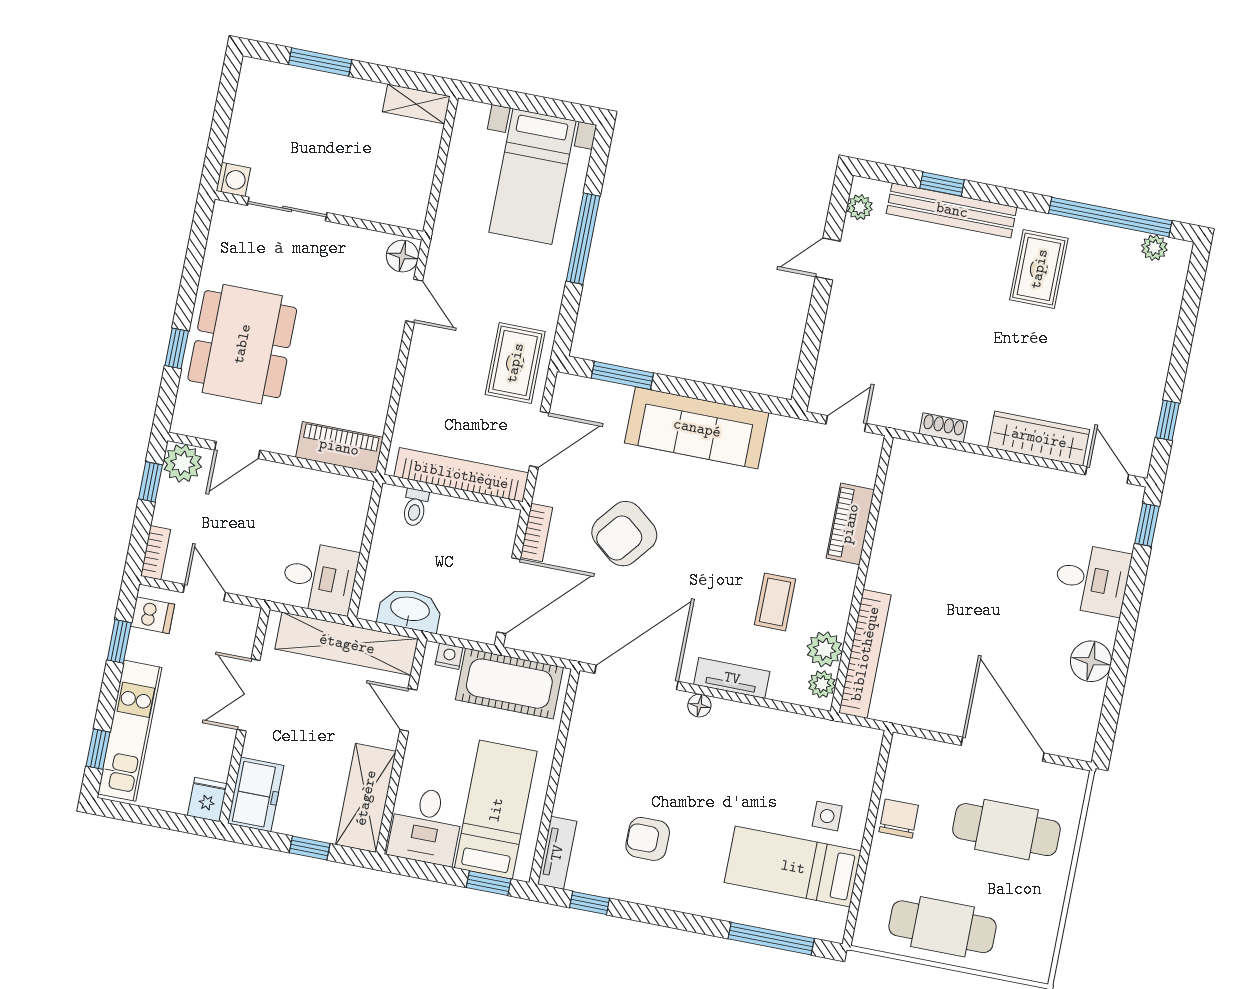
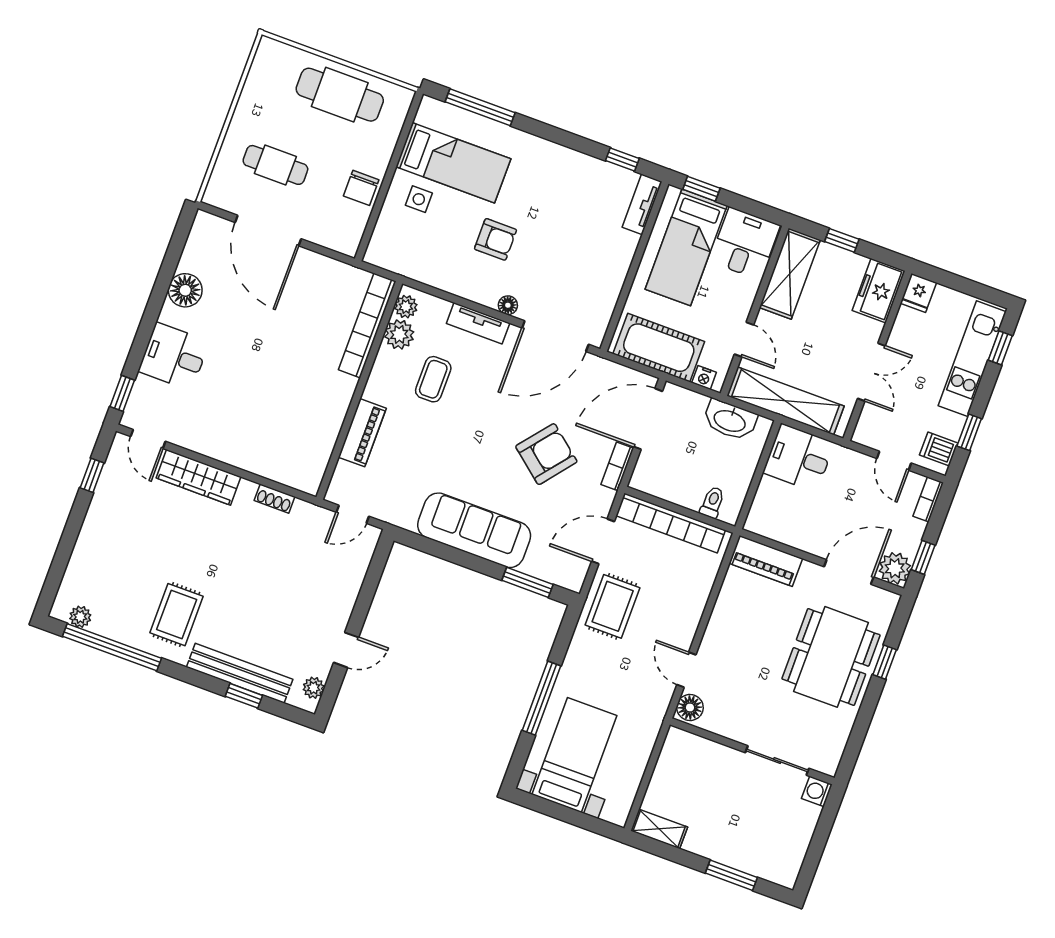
door: (237, 450) -> (849, 572), width x1.37
cafe table: (1006, 830) -> (275, 165), width x0.73, depth x0.74
armchair: (648, 839) -> (495, 239), moved

